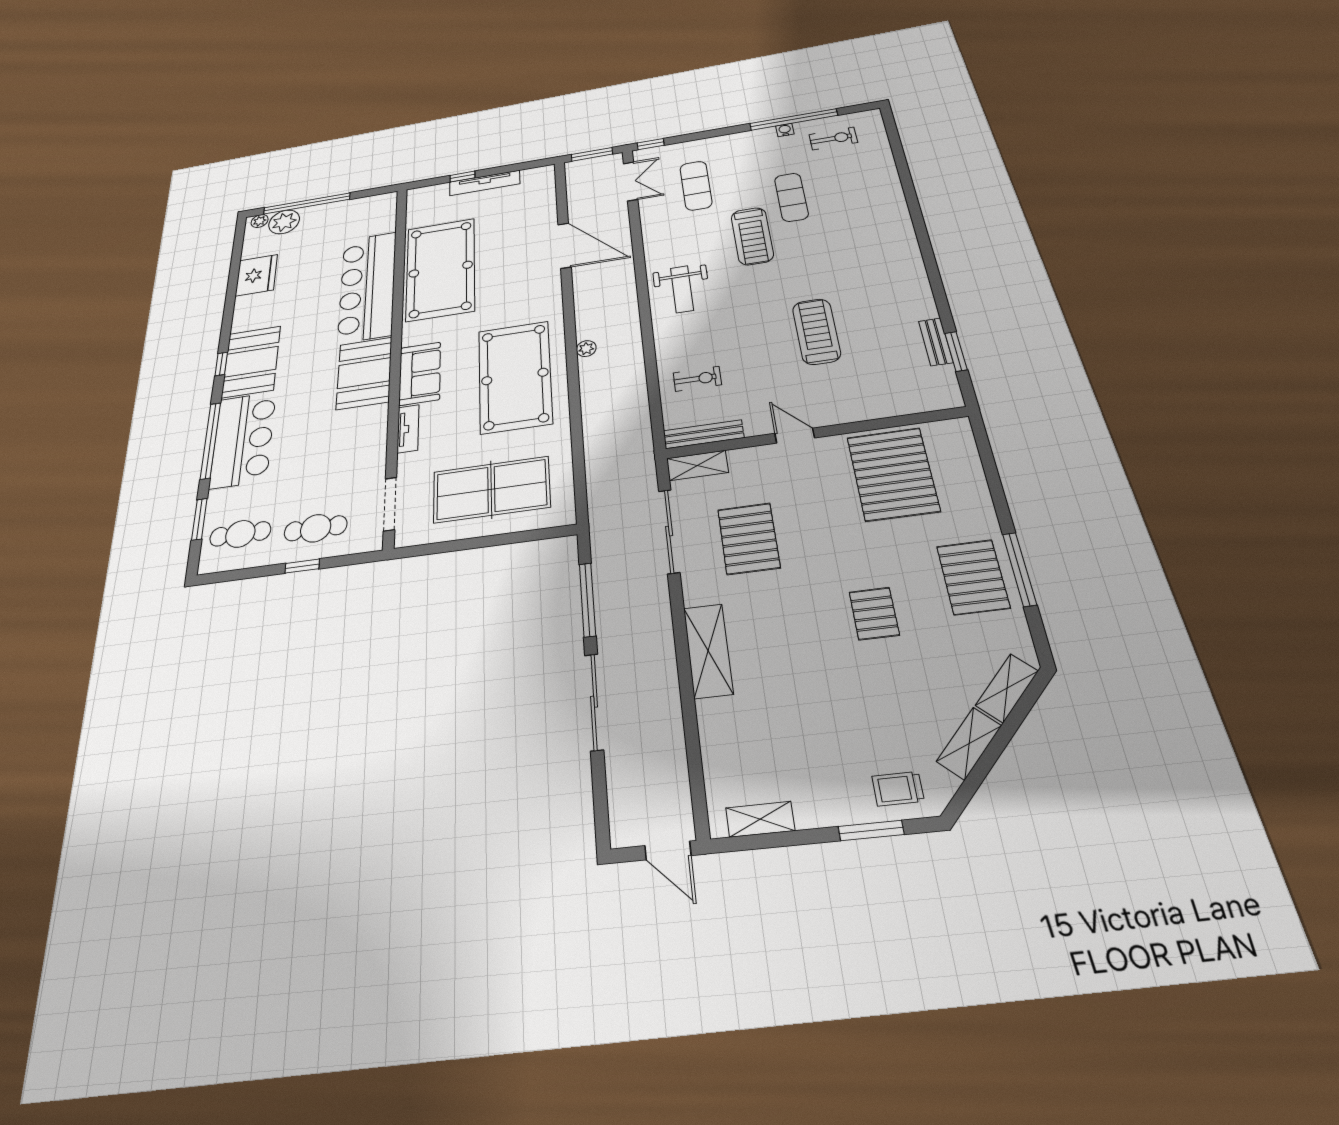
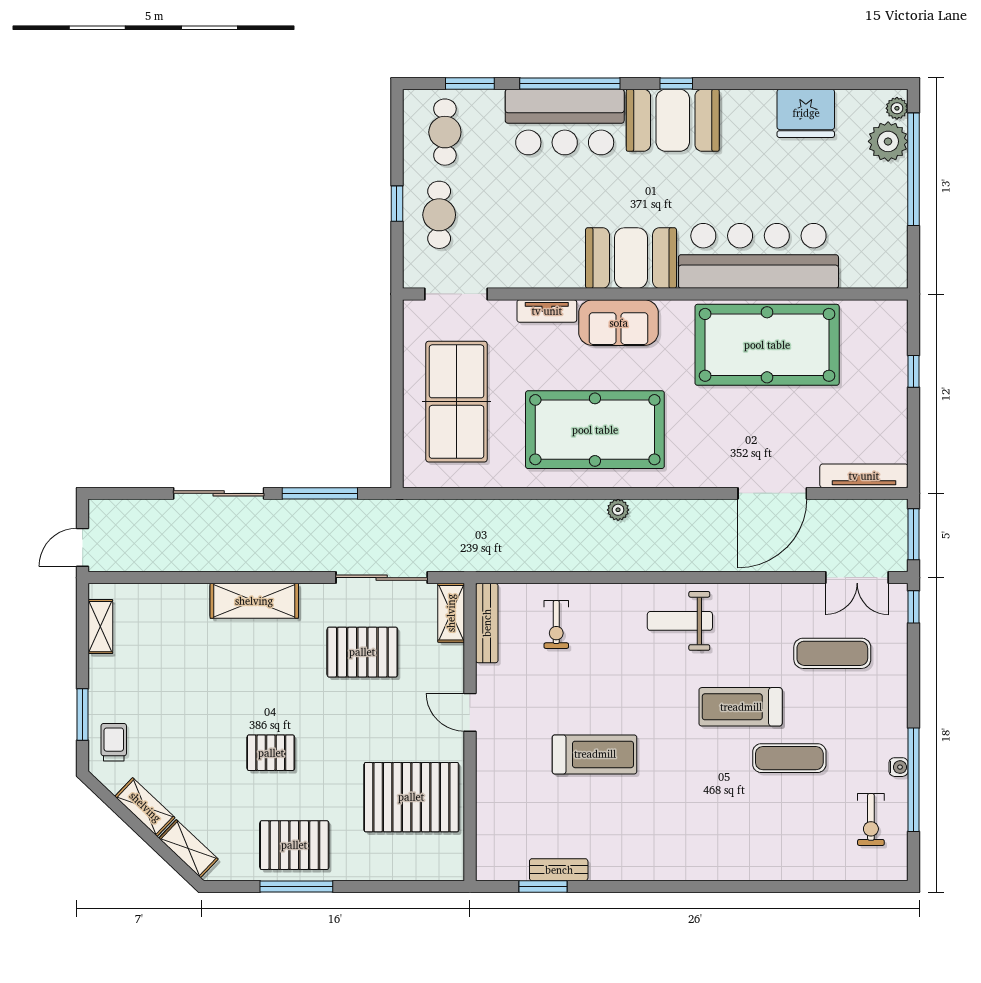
tv unit: (485, 183) -> (864, 476), moved, turned 90
door: (795, 436) -> (470, 712), swing flipped

